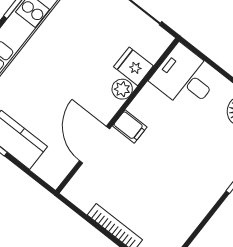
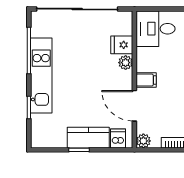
dishwasher: (48, 167) -> (118, 138), added
plant: (74, 192) -> (143, 141), added

